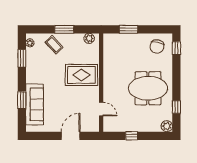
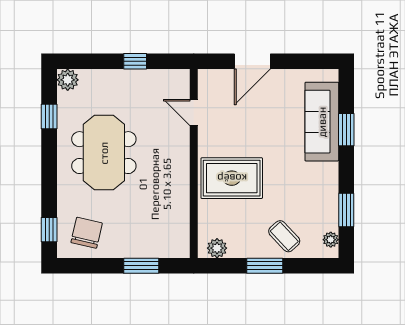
meeting table: (148, 88) -> (104, 153), turned 90

